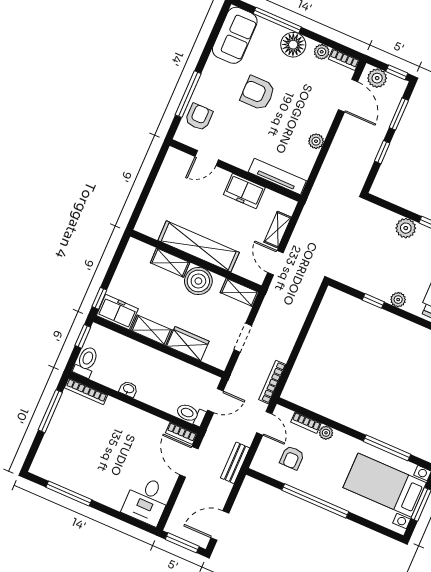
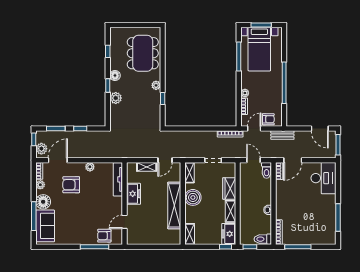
sofa: (235, 35) -> (45, 226), moved, turned 90
armchair: (258, 93) -> (71, 185), moved, turned 90
door: (207, 158) -> (125, 222), swing flipped
shelving: (170, 263) -> (190, 234), moved
armchair: (292, 458) -> (268, 119), moved
desk: (147, 501) -> (323, 178), width x1.37

